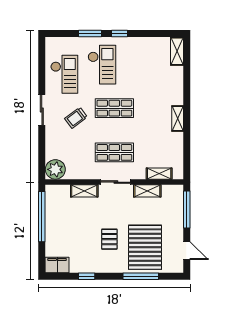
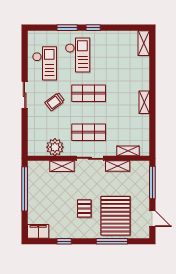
plant: (55, 169) -> (55, 147), moved

